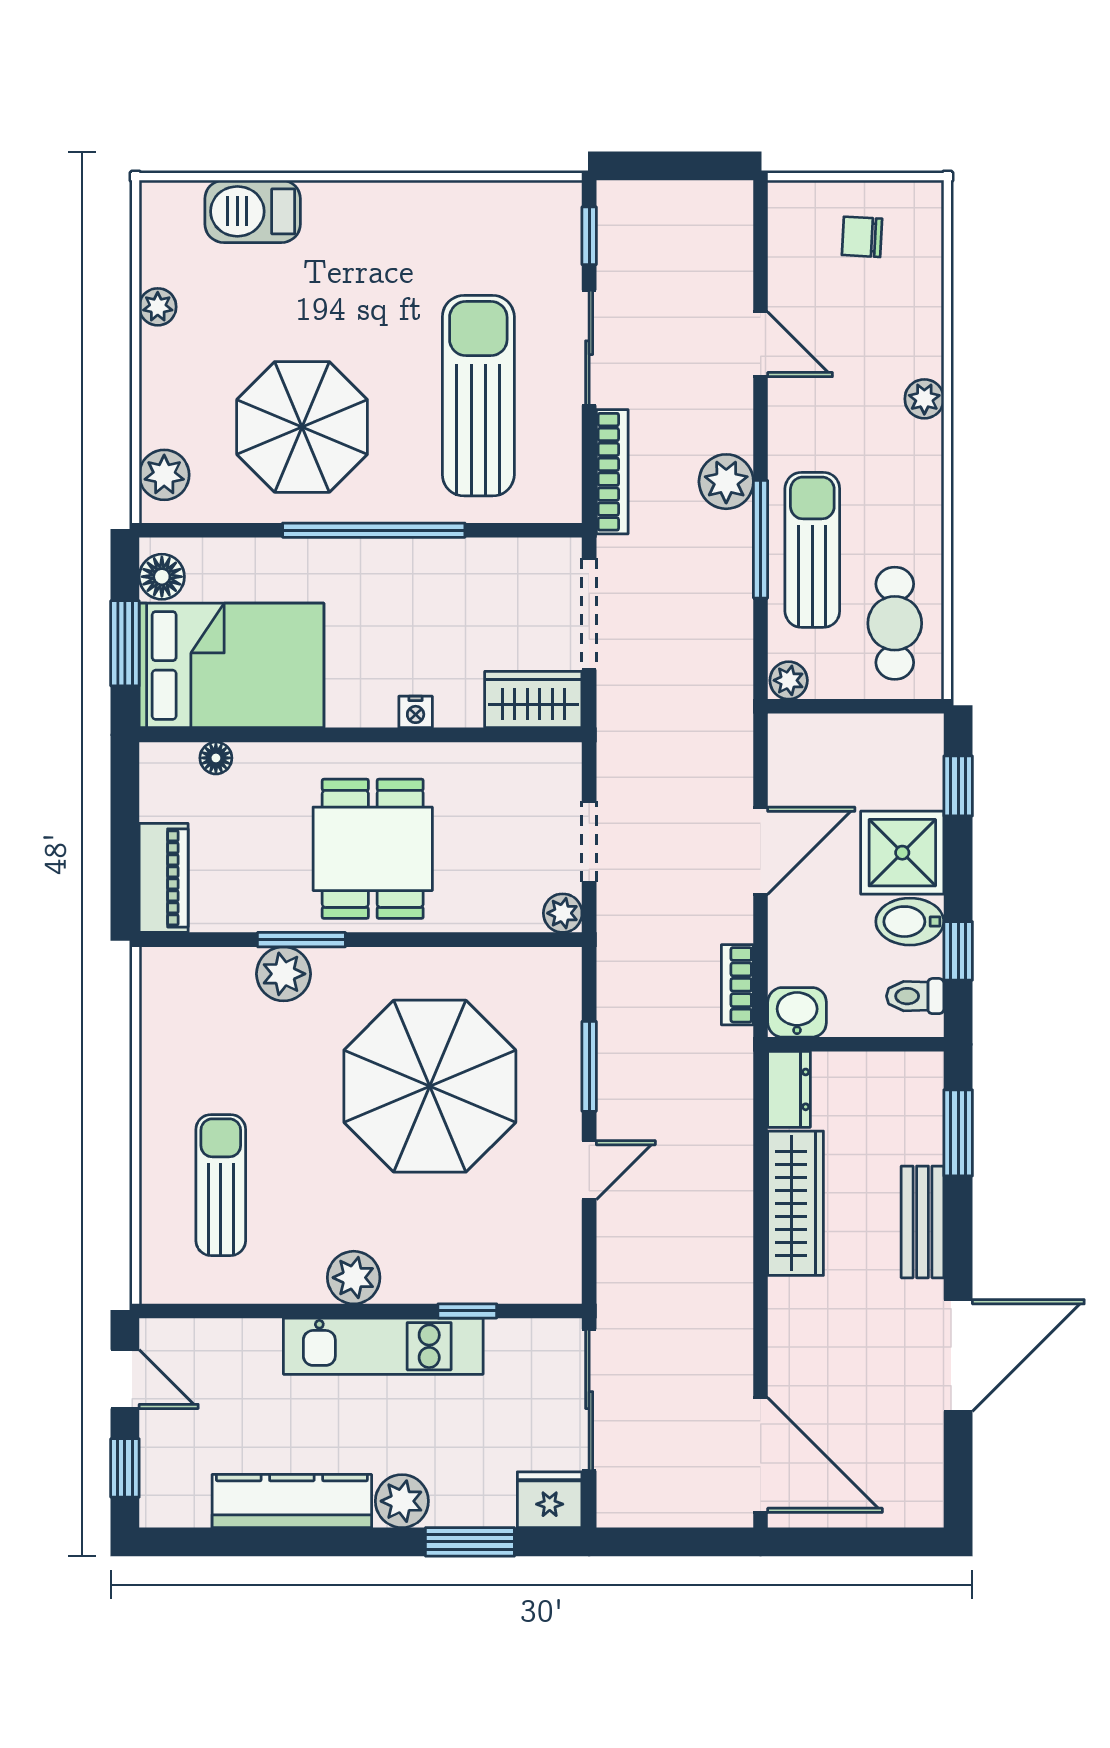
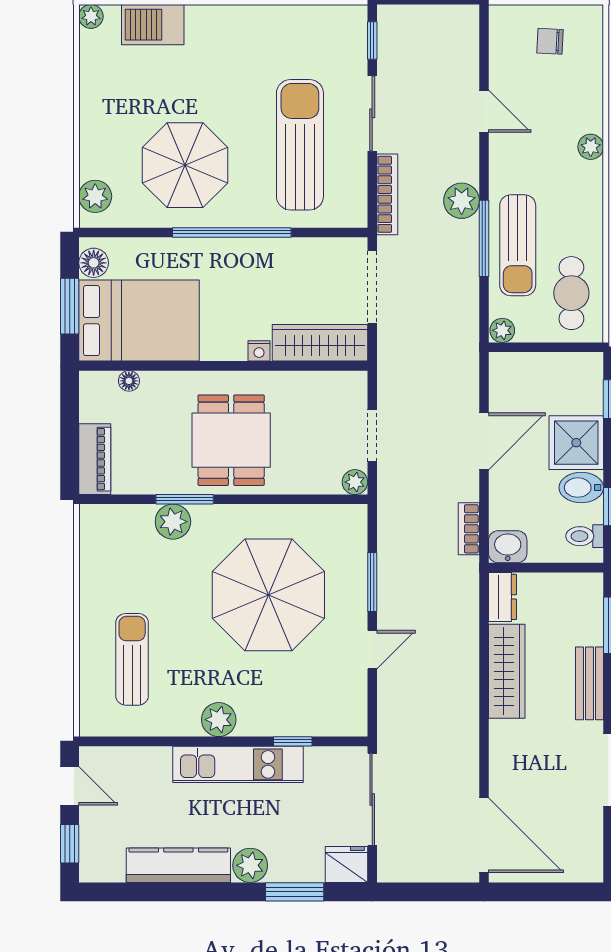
plant: (158, 307) -> (91, 16), moved
sun lounger: (812, 550) -> (518, 245), turned 180
wardrobe: (533, 700) -> (320, 343), width x1.50

